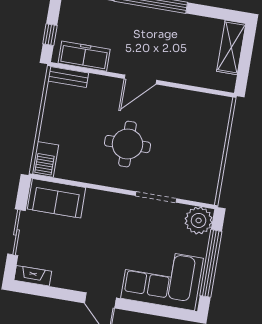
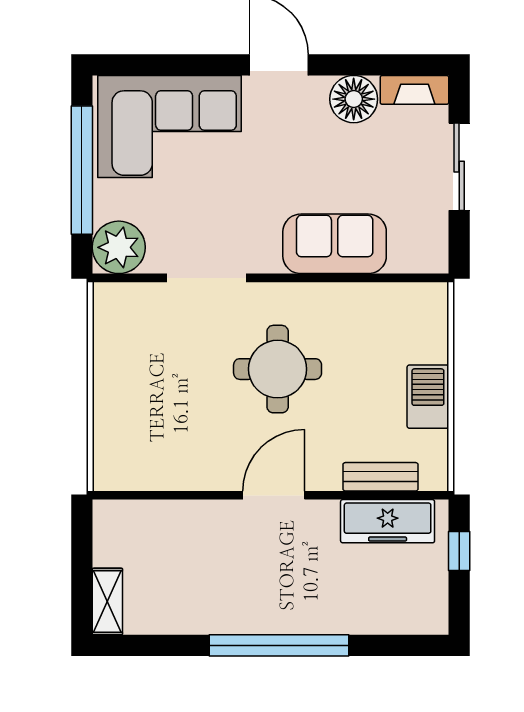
shelving: (231, 47) -> (107, 601), width x0.67, depth x0.75
bench: (68, 77) -> (380, 477), moved
barbecue: (45, 159) -> (428, 397), moved
sofa: (57, 198) -> (335, 244), moved
floor lamp: (65, 276) -> (354, 99), added

